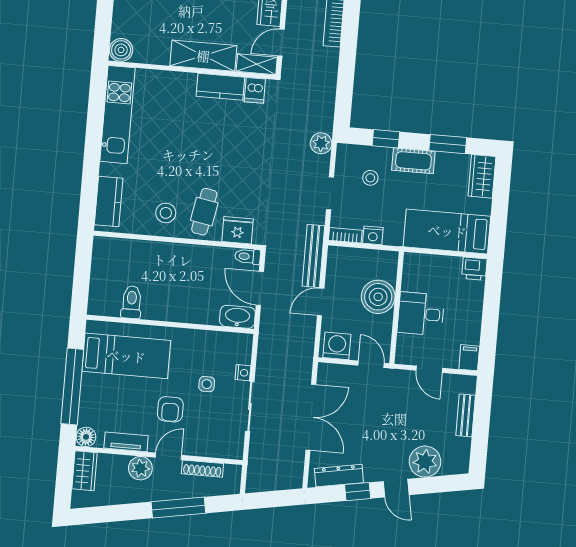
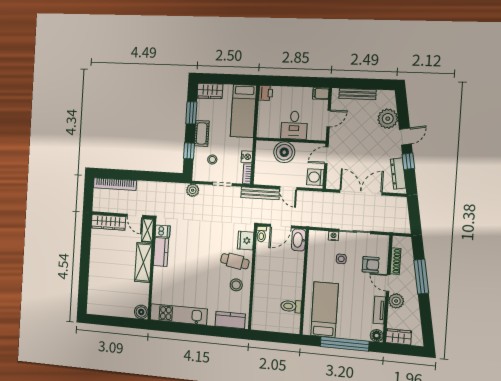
armchair: (170, 409) -> (371, 265), moved
bench: (466, 415) -> (357, 94), width x1.36

